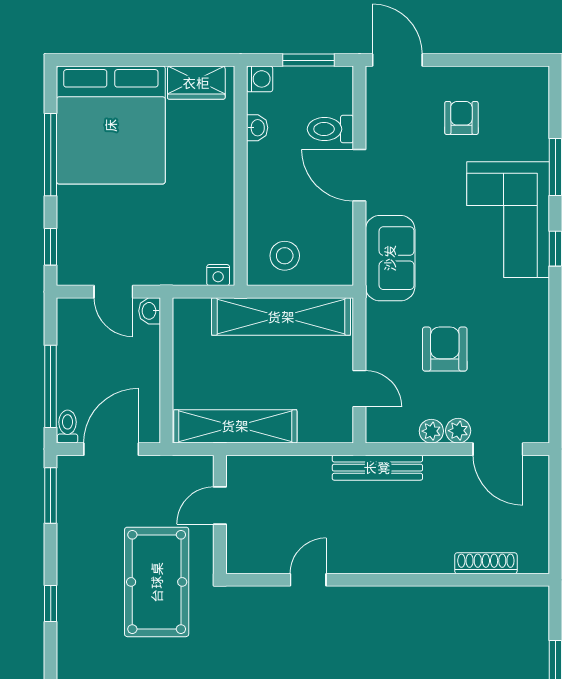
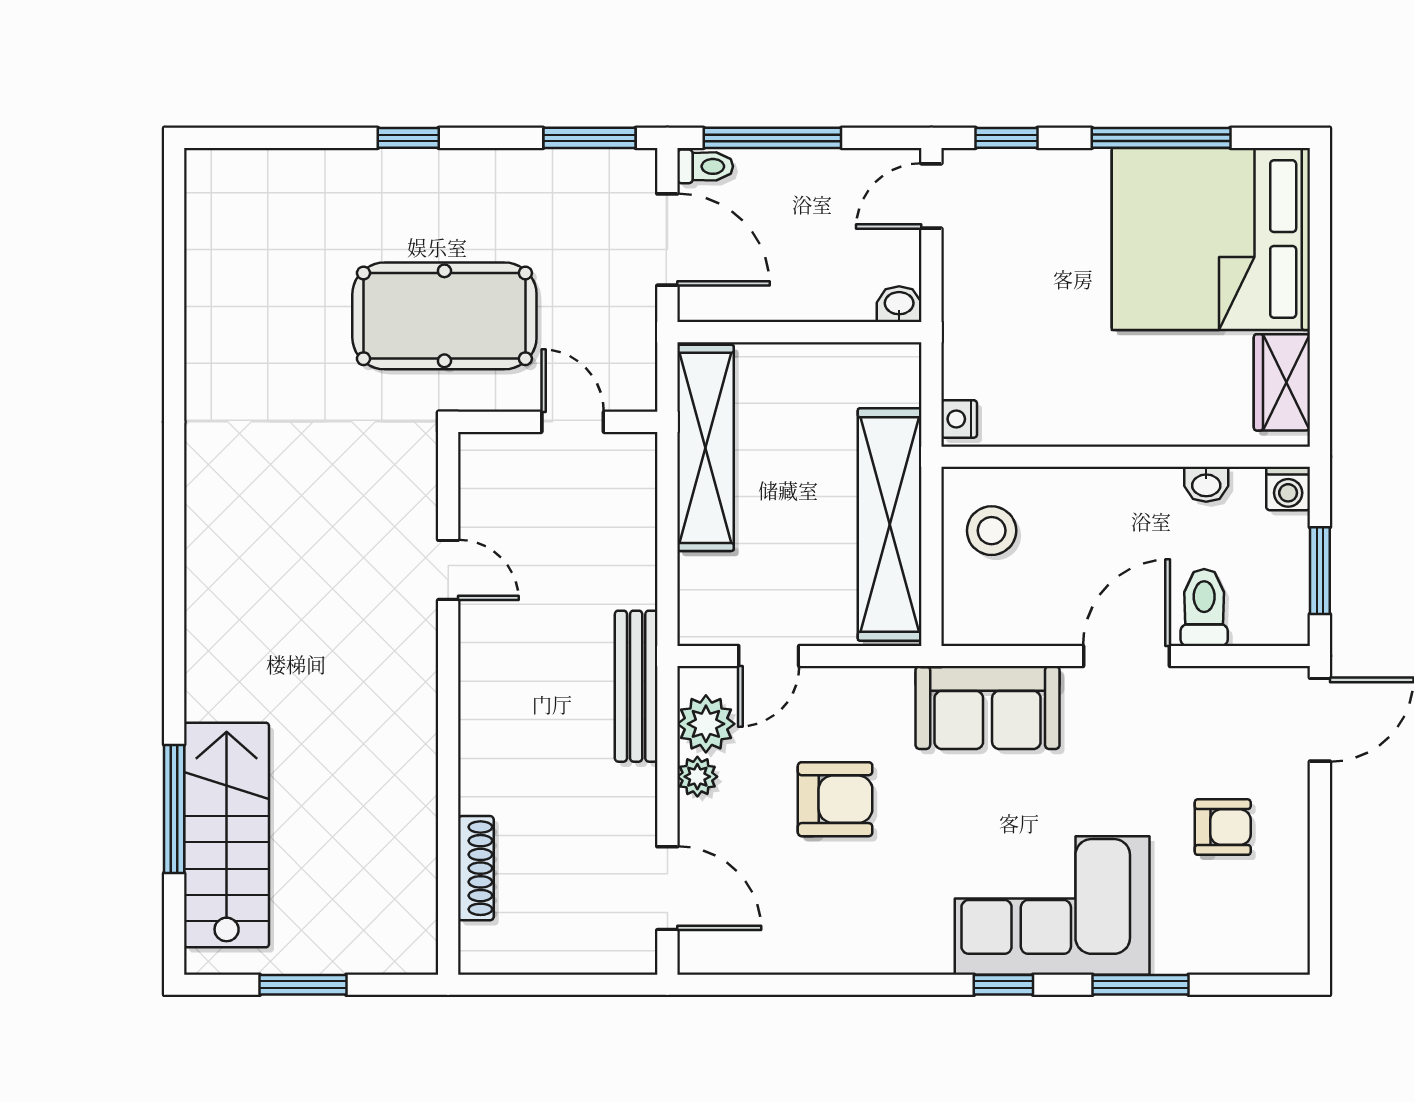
door: (113, 292) -> (931, 196), moved
plant: (458, 431) -> (706, 724), moved, width x1.38, depth x1.38
door: (498, 449) -> (667, 888), swing flipped

